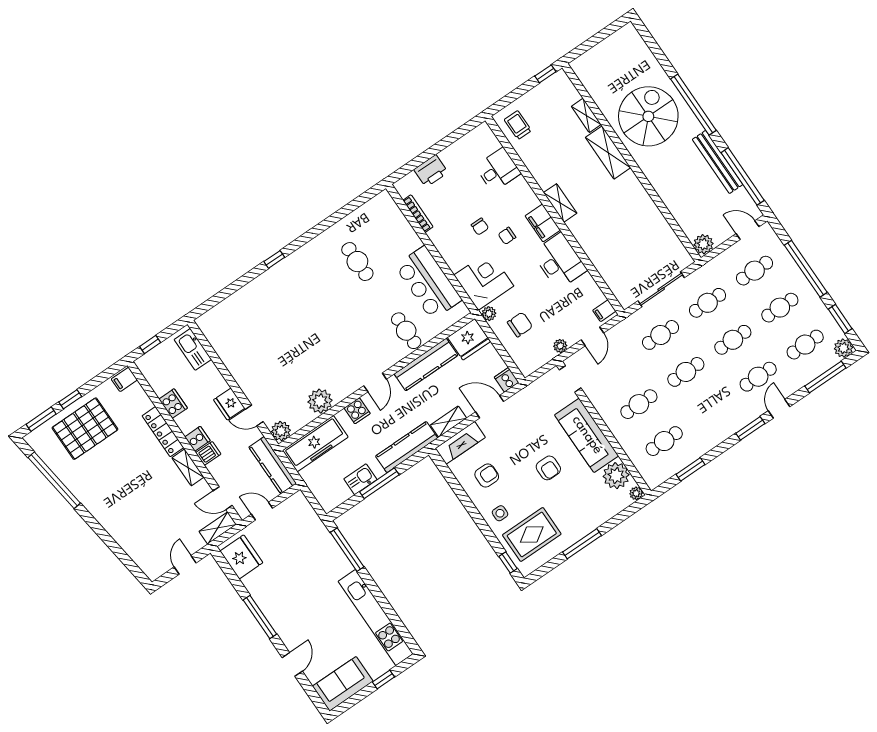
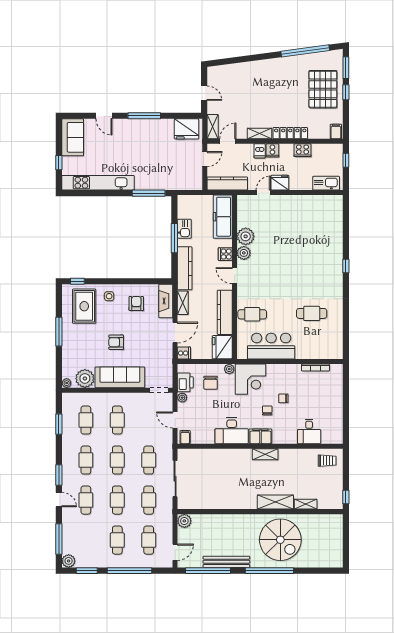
printer: (431, 171) -> (185, 382), moved, turned 180
cafe table: (805, 345) -> (86, 460), moved
plant: (281, 431) -> (244, 253), moved
armchair: (487, 476) -> (136, 303), turned 180

